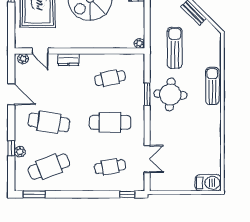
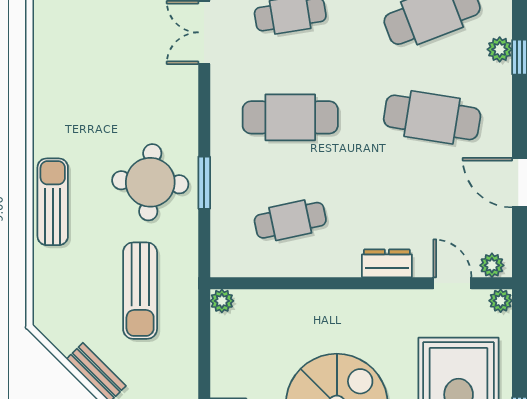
plant: (19, 43) -> (501, 301), added
sun lounger: (212, 86) -> (53, 202), turned 180

